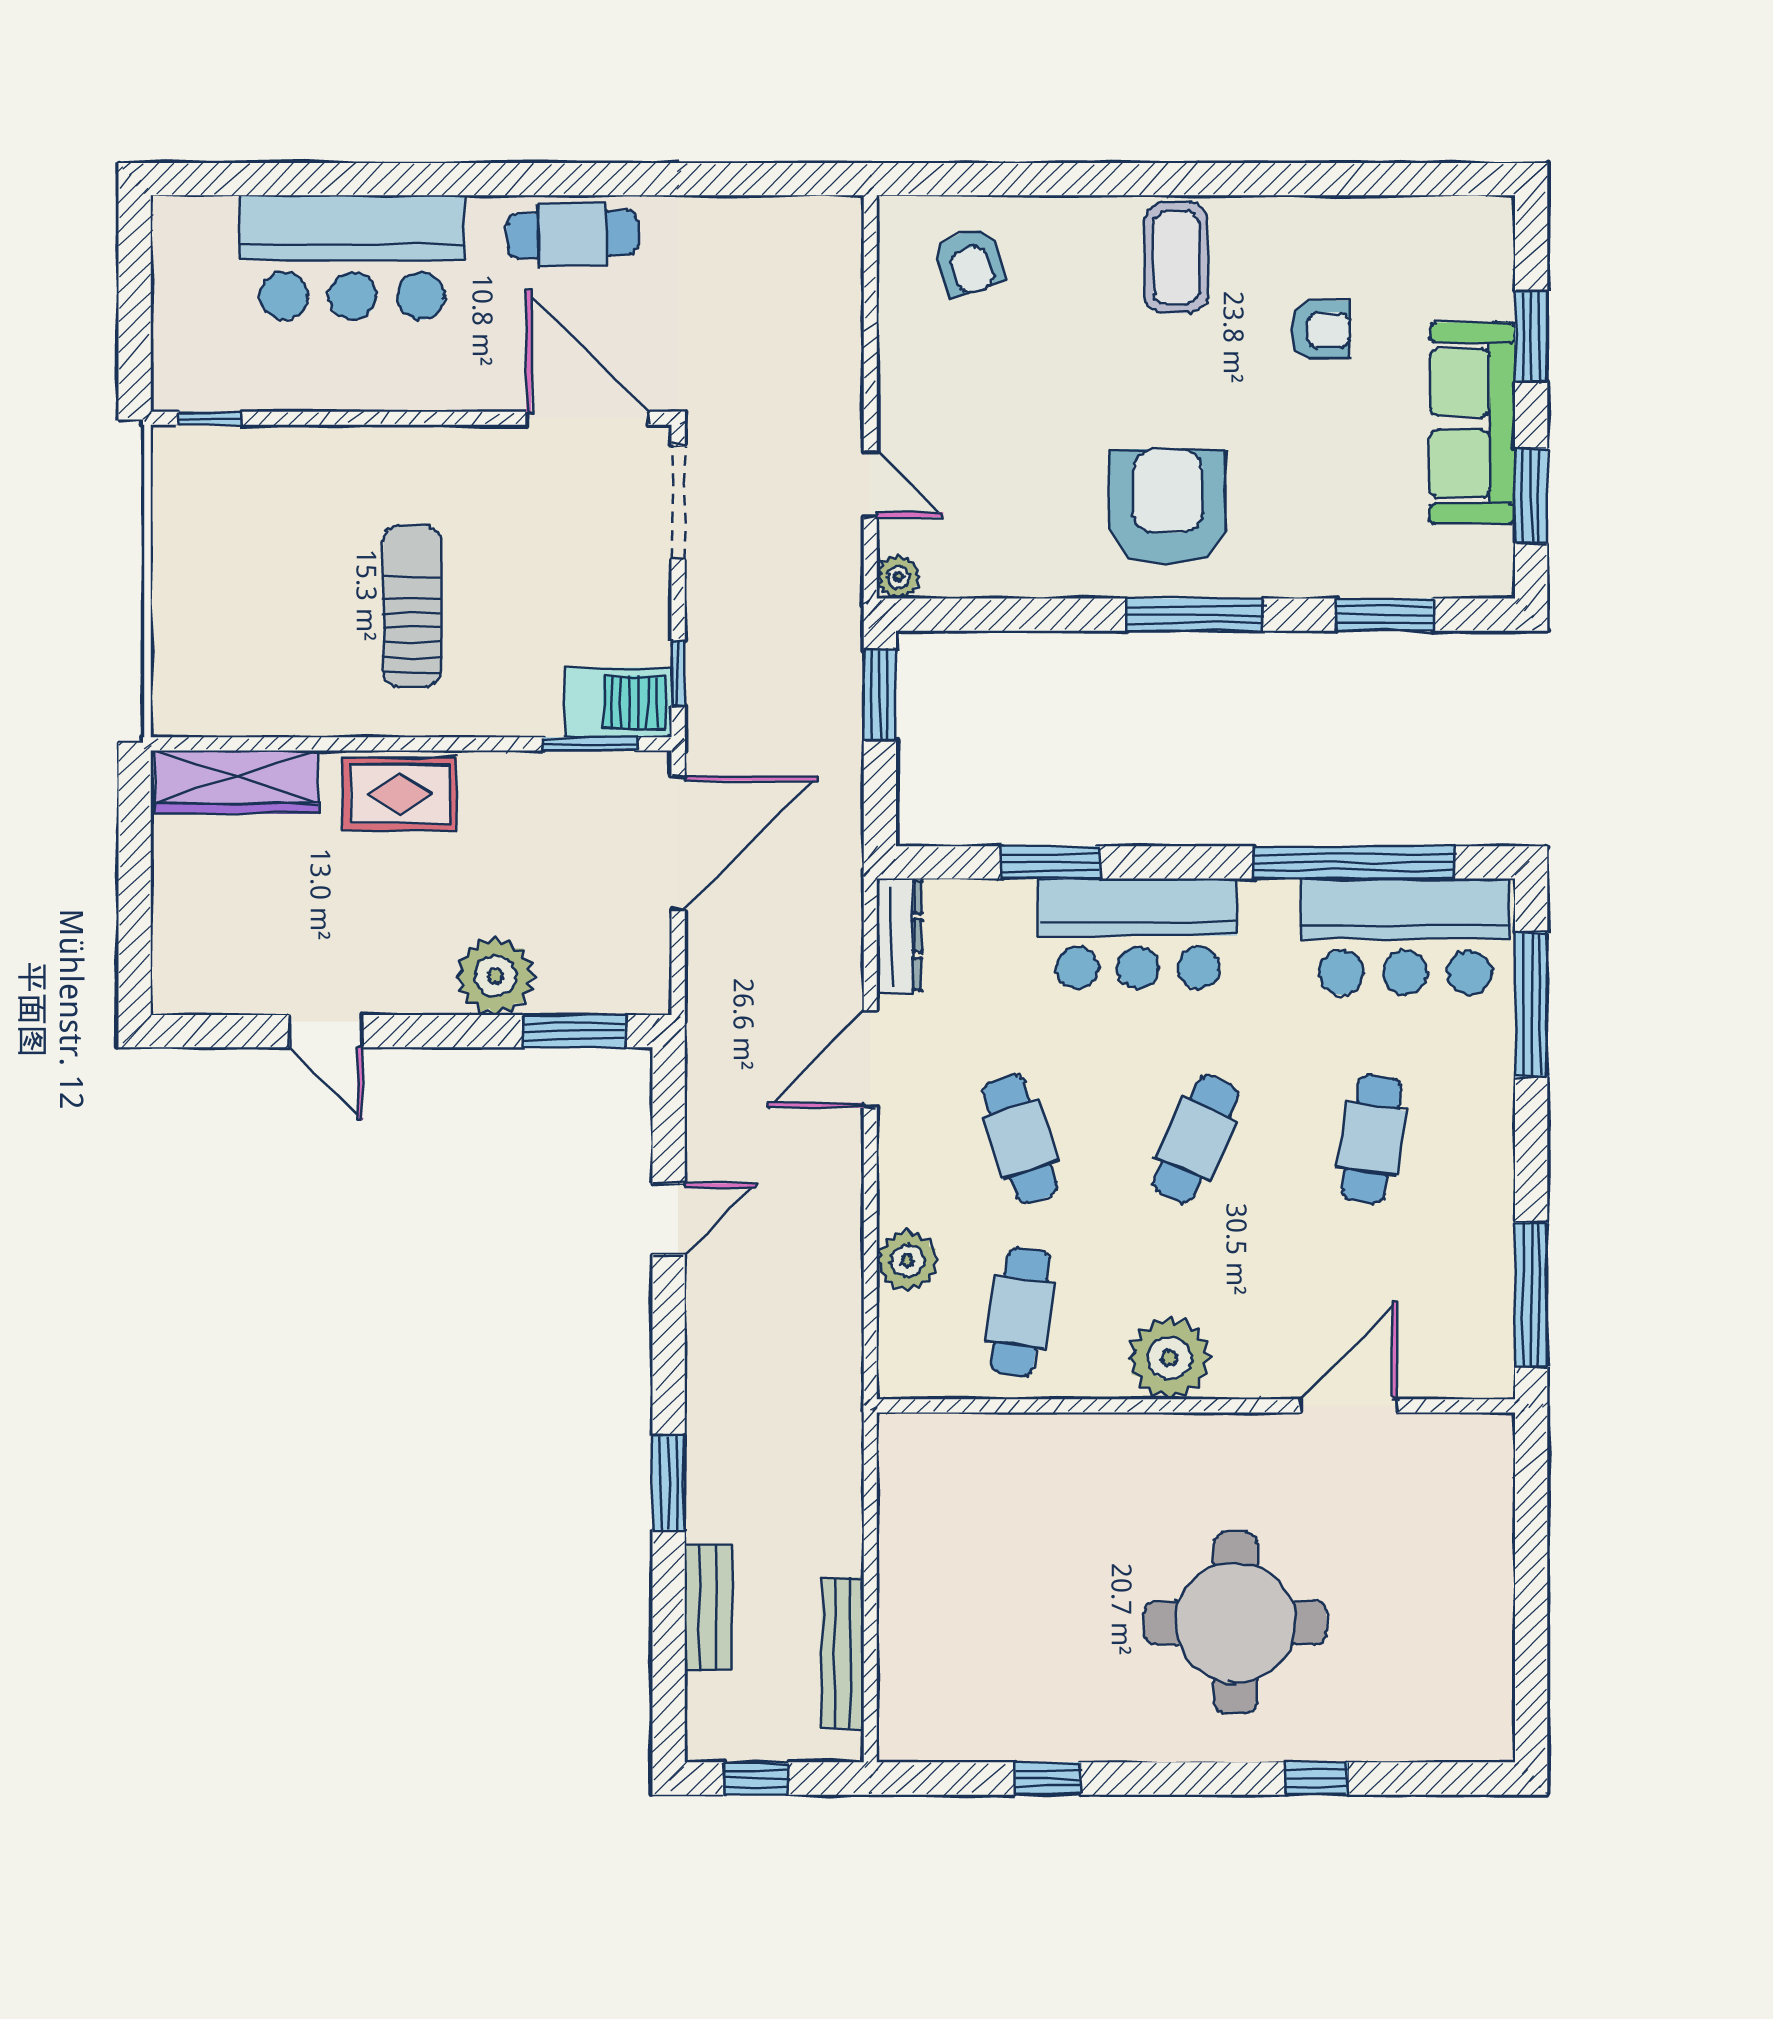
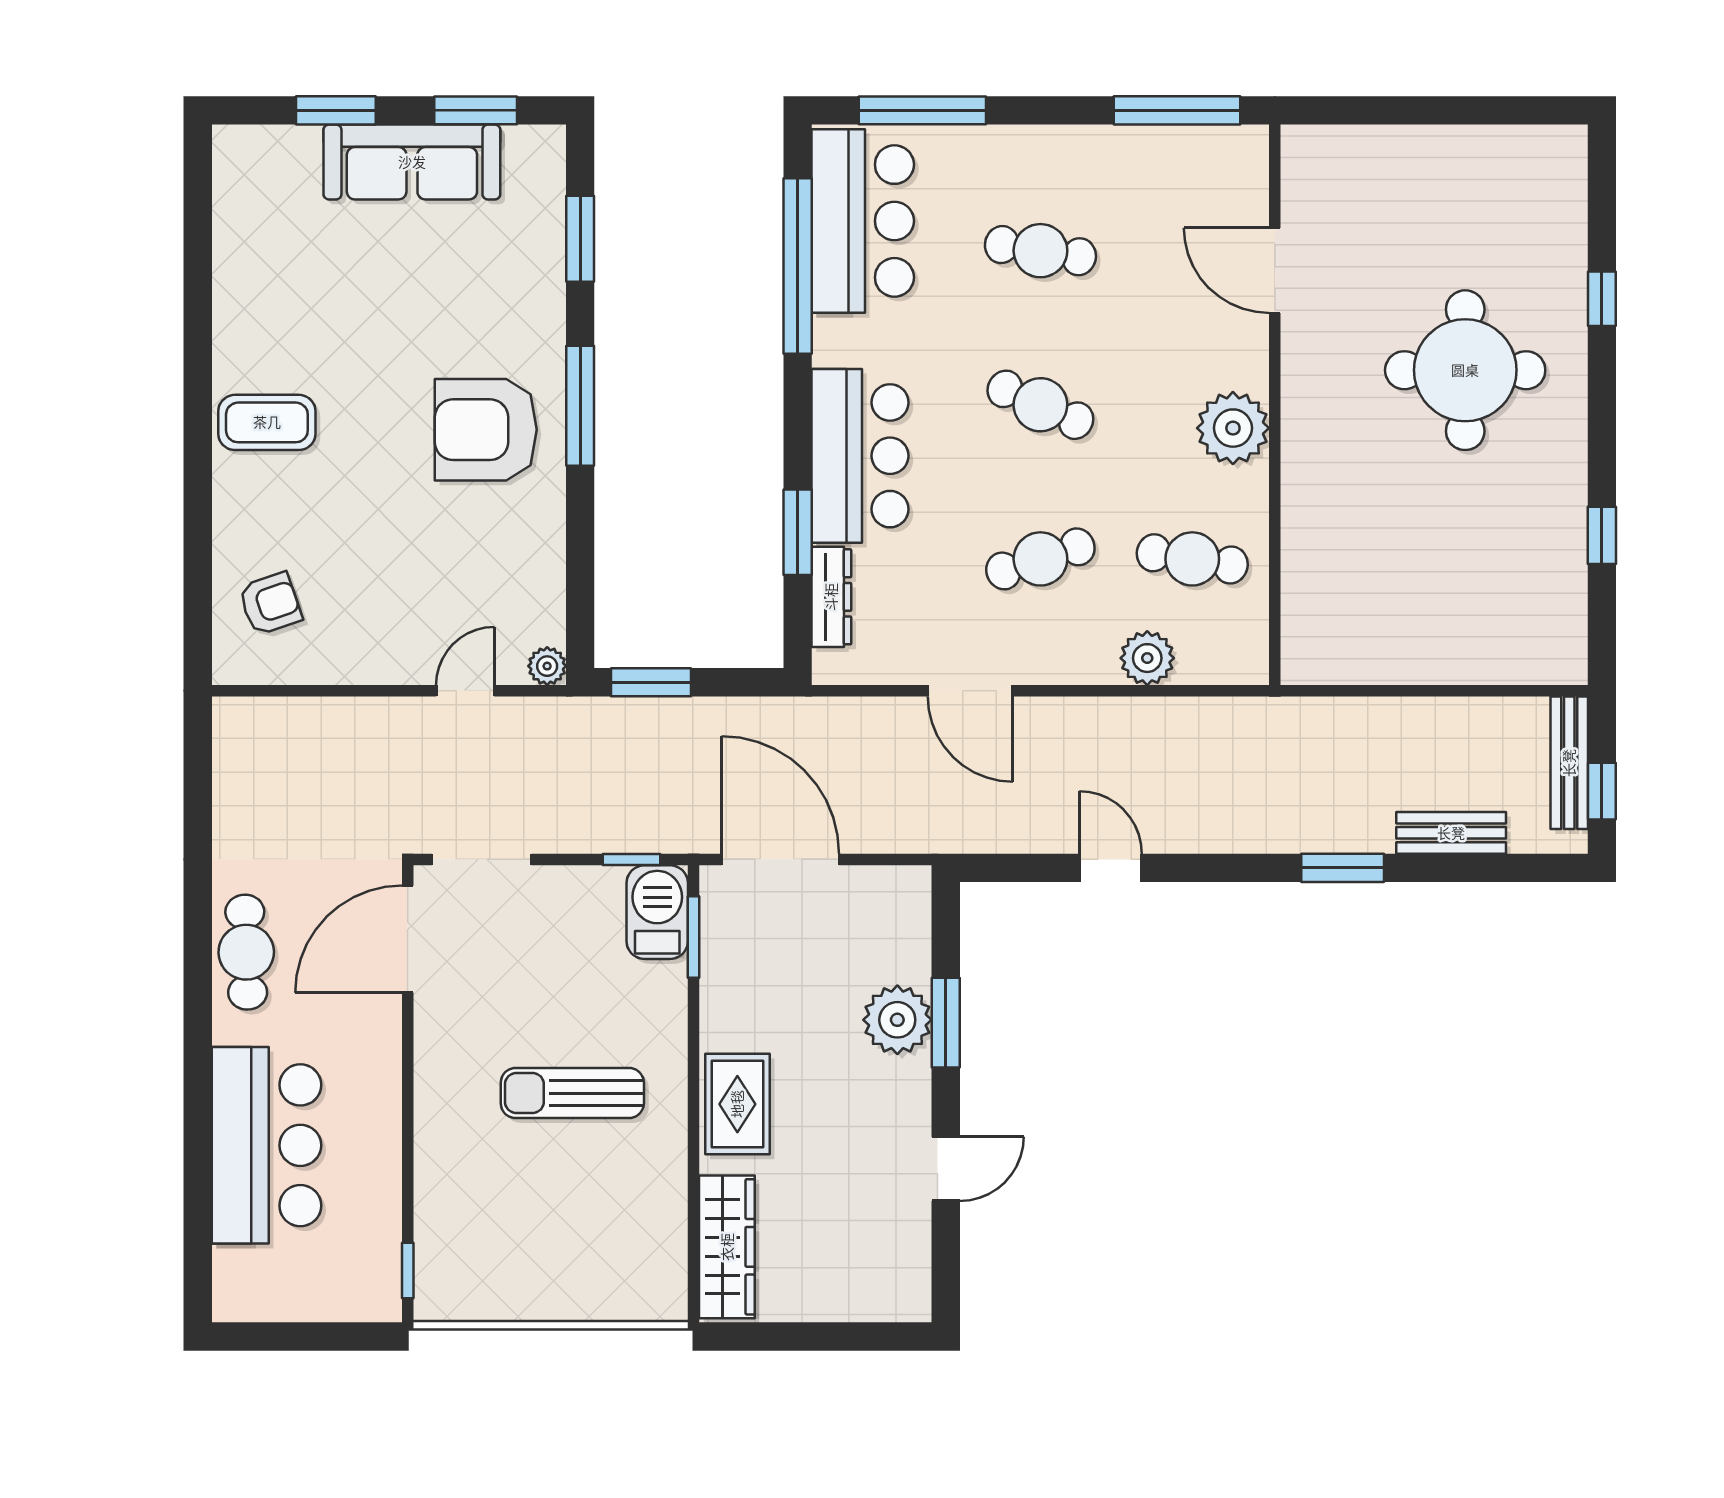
armchair: (1320, 330) -> (330, 295), removed
dresser: (899, 936) -> (831, 597), moved, turned 90
window: (574, 1031) -> (946, 1023), moved
bench: (843, 1653) -> (1569, 763), moved, turned 90

